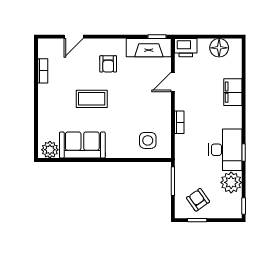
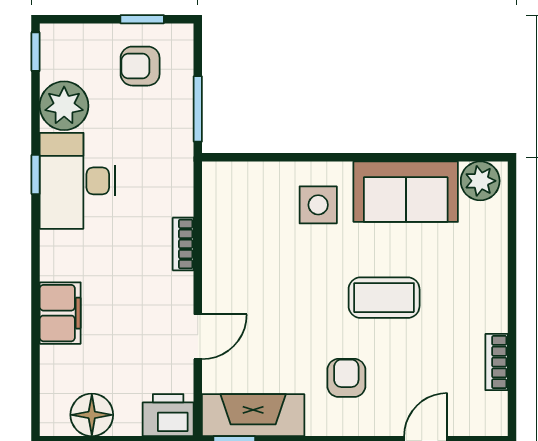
side table: (148, 140) -> (318, 205), moved
armchair: (198, 200) -> (140, 66), turned 125

